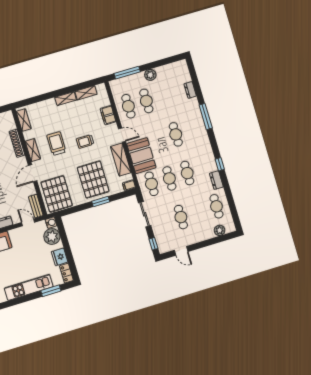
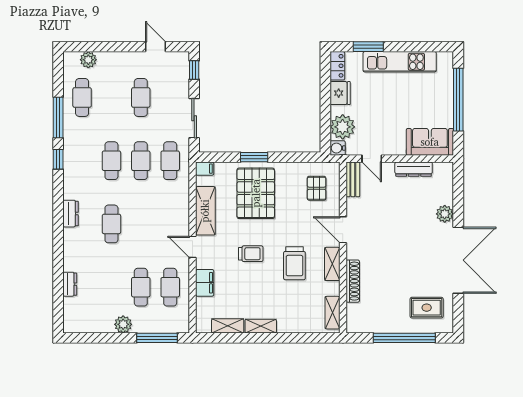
window: (206, 117) -> (58, 117), moved
booth: (141, 156) -> (173, 208), removed
door: (33, 173) -> (343, 230), swing flipped
dresser: (216, 180) -> (71, 214), moved
pallet: (57, 194) -> (317, 188), width x0.49, depth x0.50

